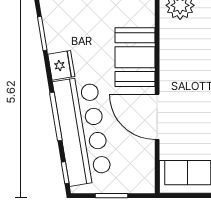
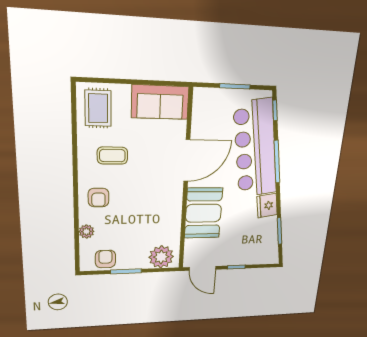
door: (157, 117) -> (187, 161), hinge flipped

